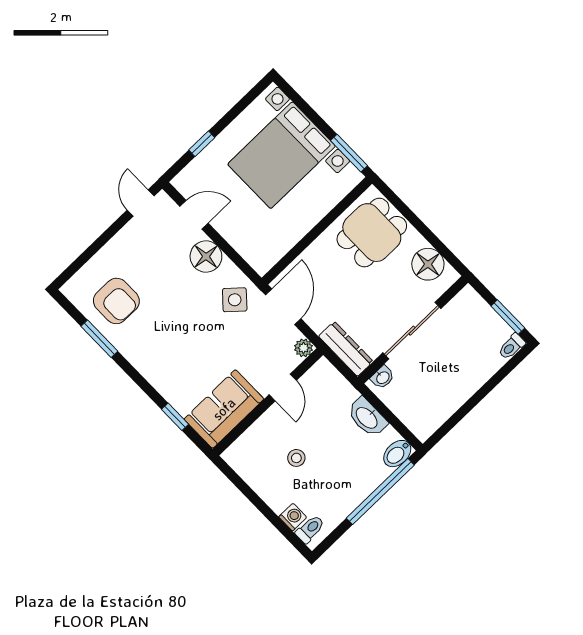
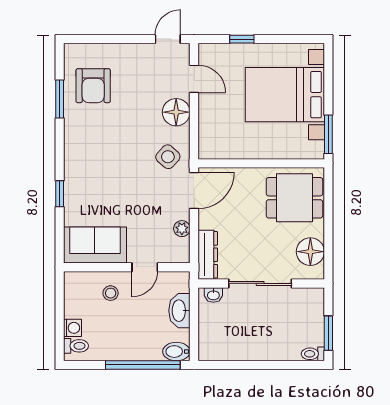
door: (283, 388) -> (145, 267), moved
wall: (268, 402) -> (127, 267), moved
sofa: (224, 409) -> (95, 245), moved

